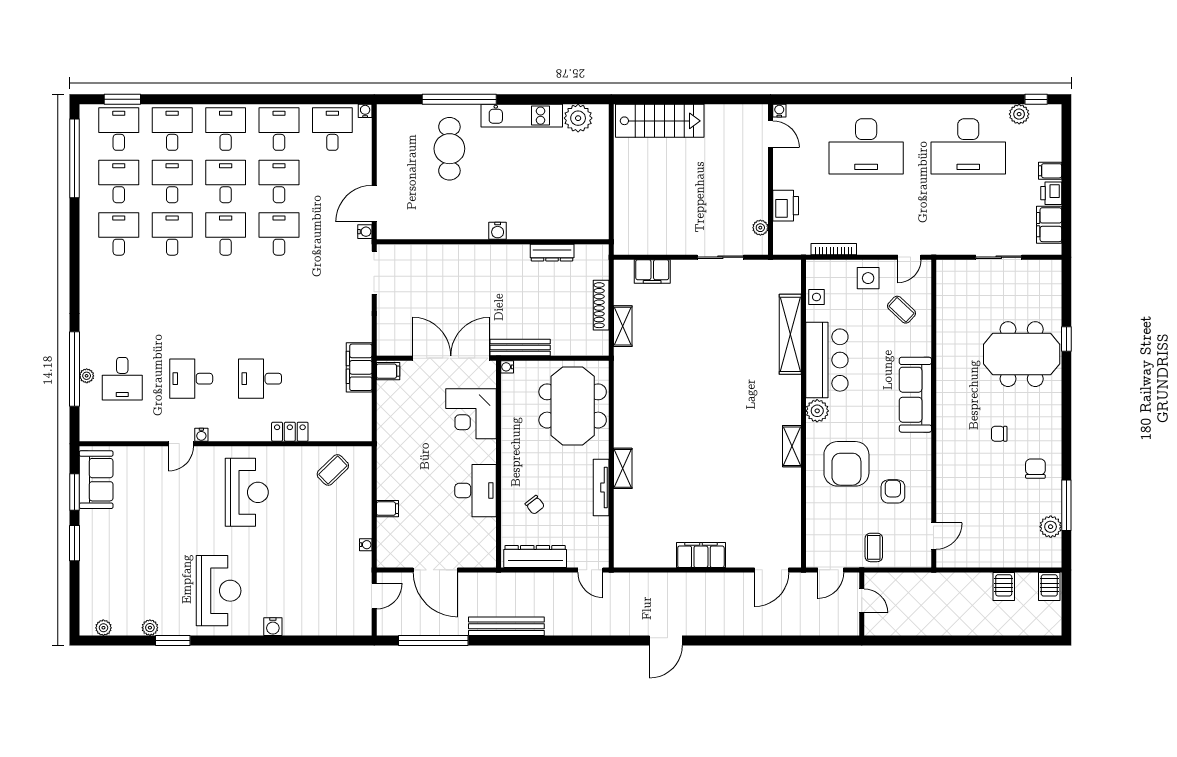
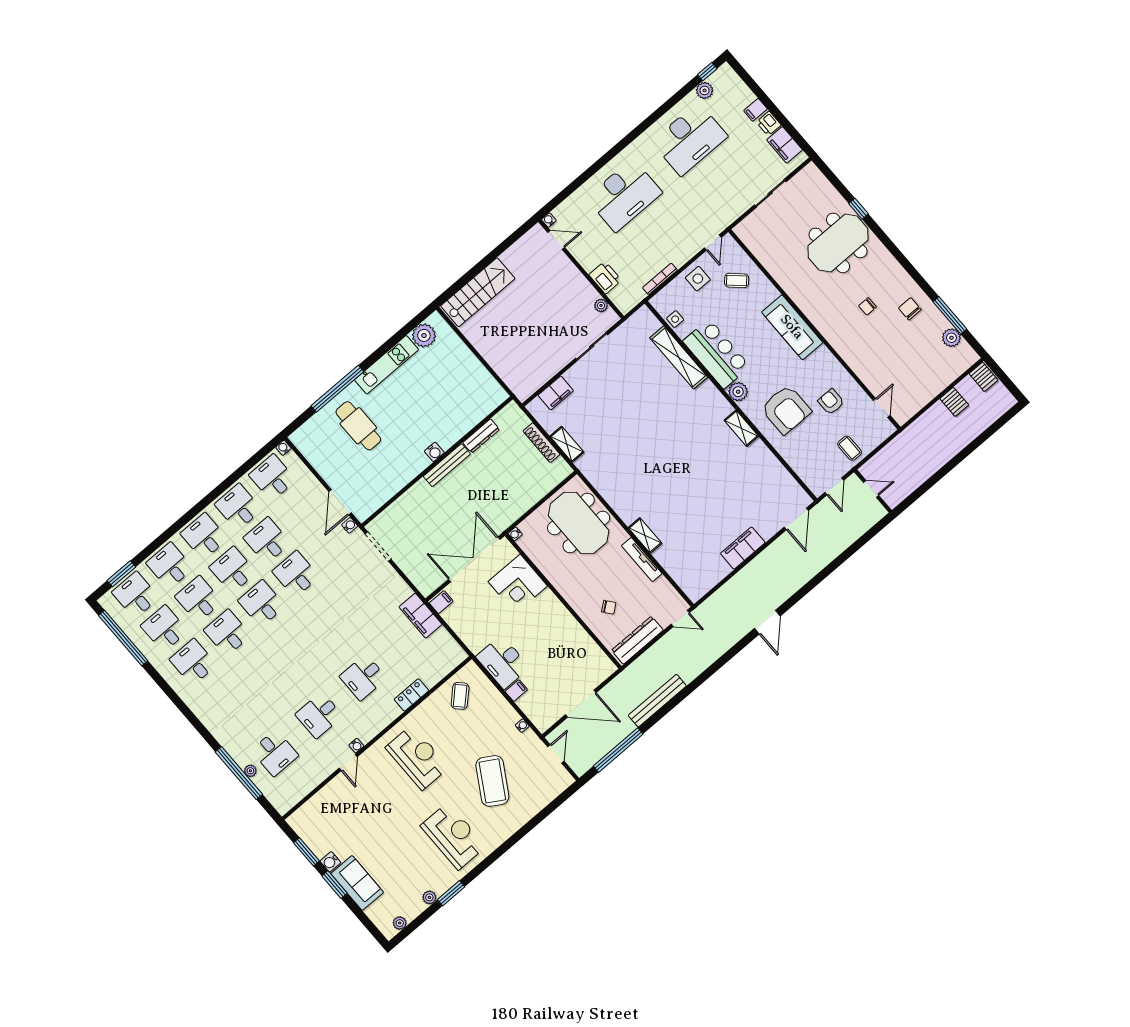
bench: (520, 348) -> (447, 465), moved
sofa: (96, 480) -> (357, 883), moved
desk: (476, 491) -> (503, 662), moved, turned 180
coffee table: (296, 571) -> (492, 781), added
water cooler: (273, 627) -> (330, 862), moved, turned 90

